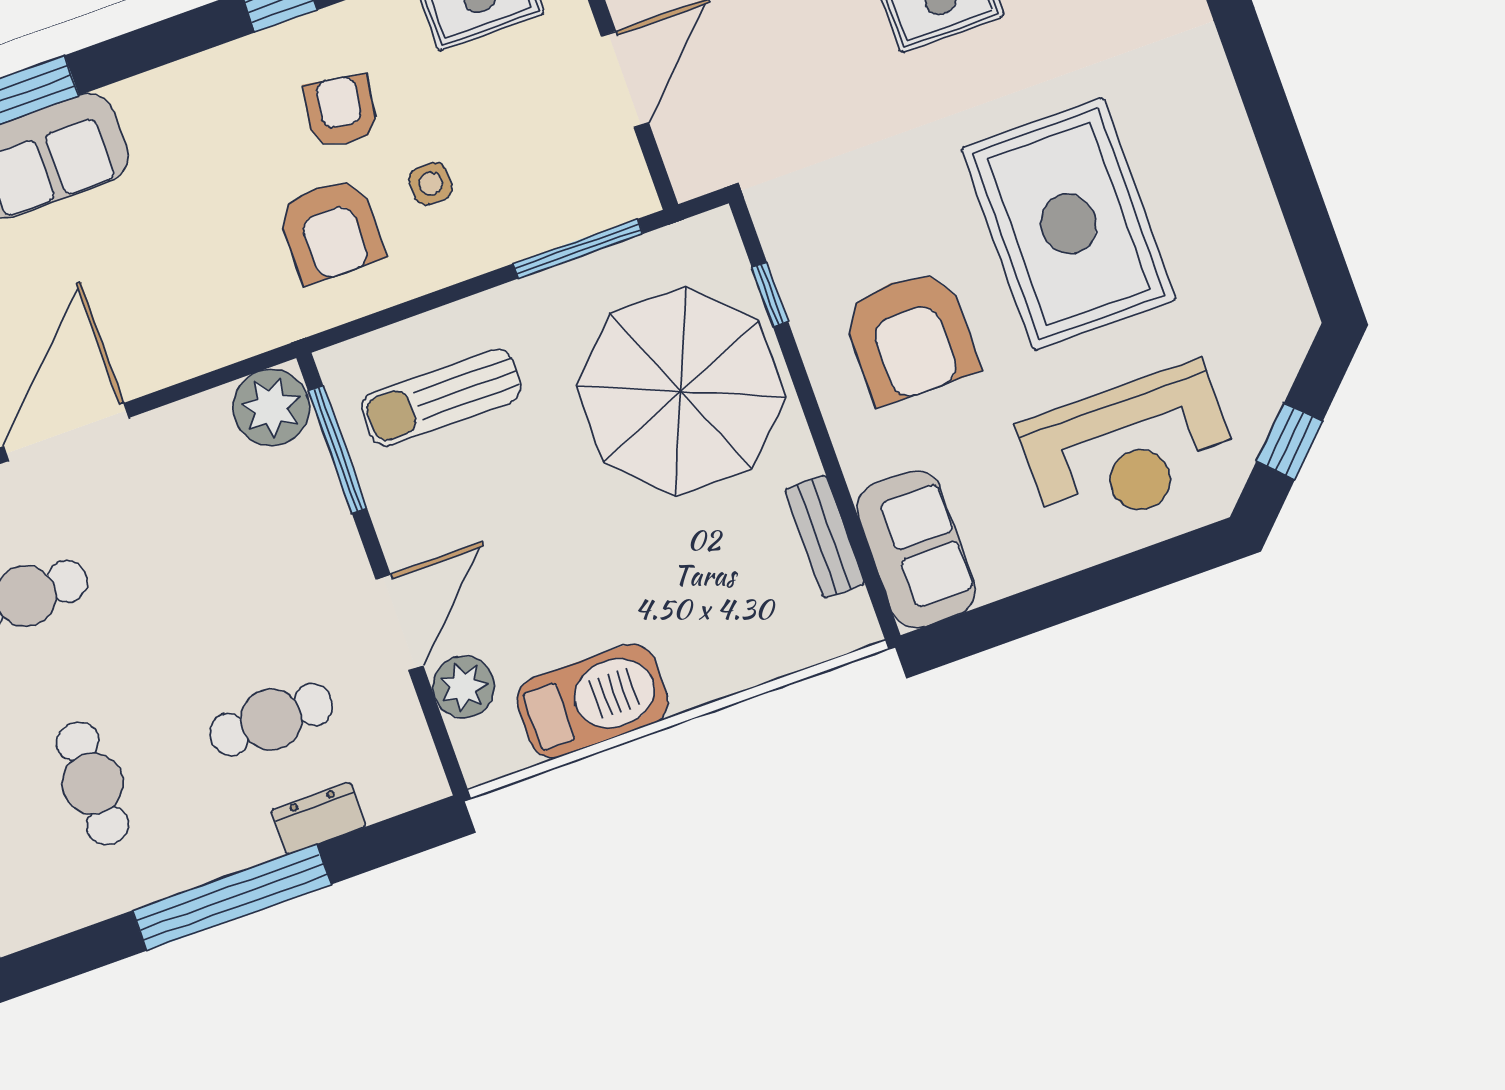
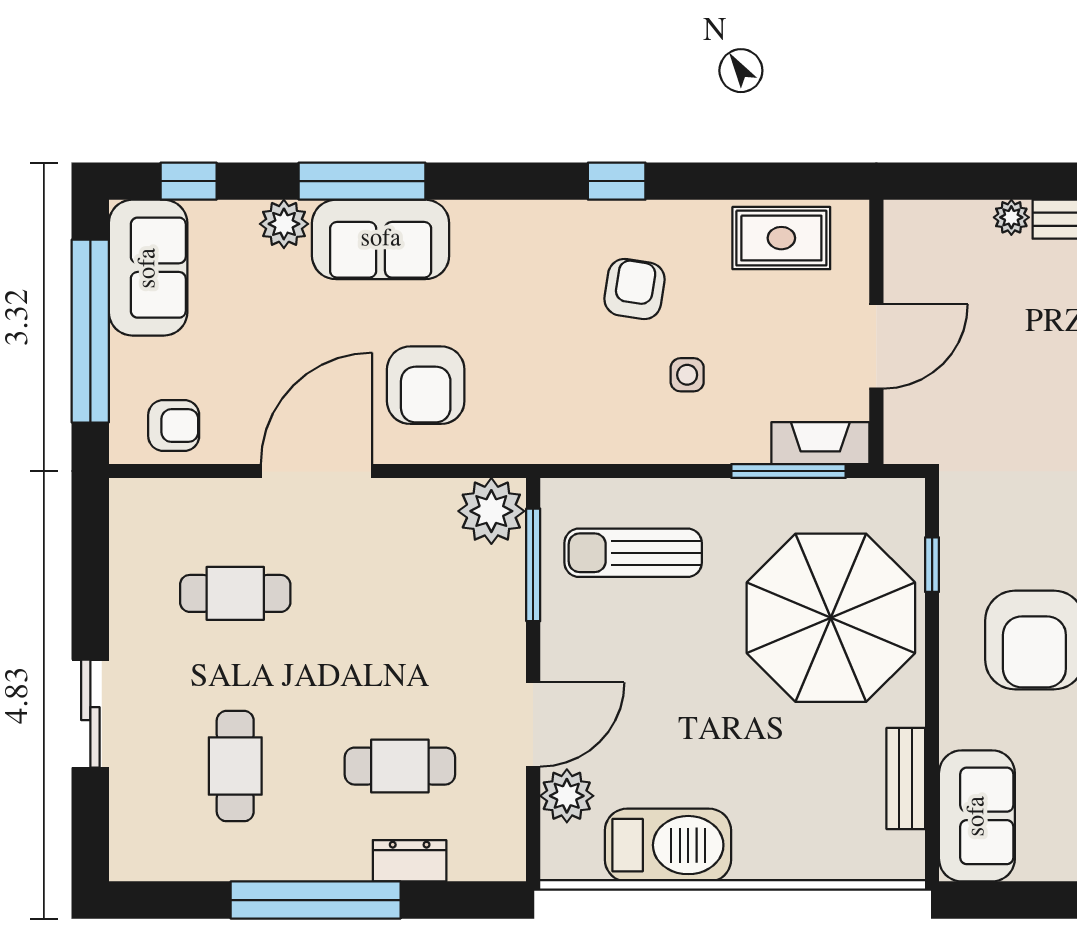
fireplace: (602, 206) -> (820, 443), added
armchair: (331, 230) -> (426, 385), moved

